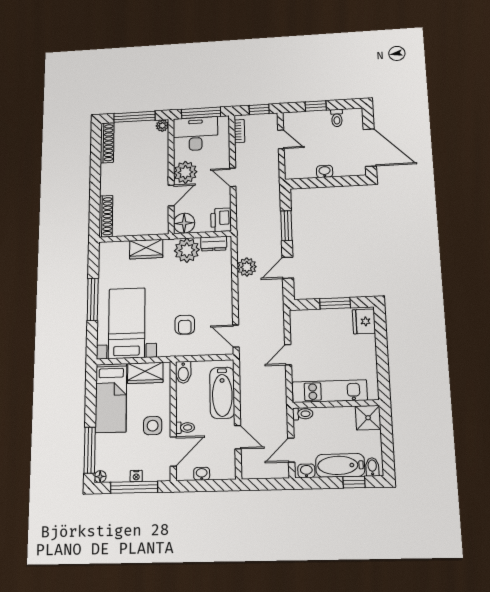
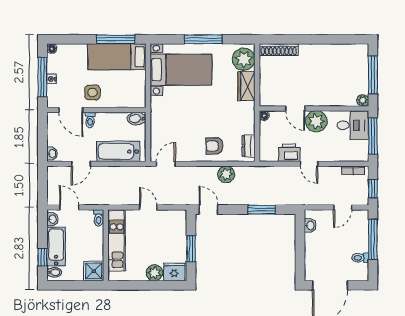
window: (316, 106) -> (373, 240), width x2.17
desk: (196, 134) -> (353, 125), width x0.73
shoe rack: (107, 143) -> (349, 50), removed
washbasin: (325, 171) -> (310, 226), moved
door: (233, 177) -> (309, 164), swing flipped
printer: (221, 220) -> (289, 153), moved
floor lamp: (184, 223) -> (264, 116), width x0.53, depth x0.53
plant: (187, 250) -> (244, 59), moved
door: (288, 268) -> (208, 210), moved
armchair: (185, 325) -> (214, 146), moved
plant: (366, 345) -> (154, 273), added
wardrobe: (145, 373) -> (137, 86), removed
window: (90, 450) -> (116, 39), moved
washbasin: (202, 474) -> (52, 154), moved

